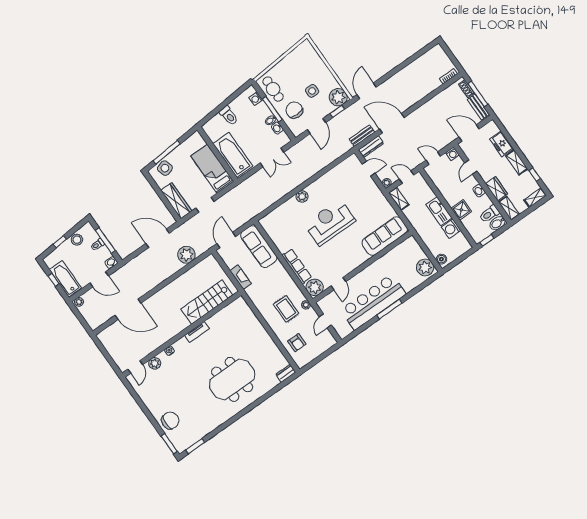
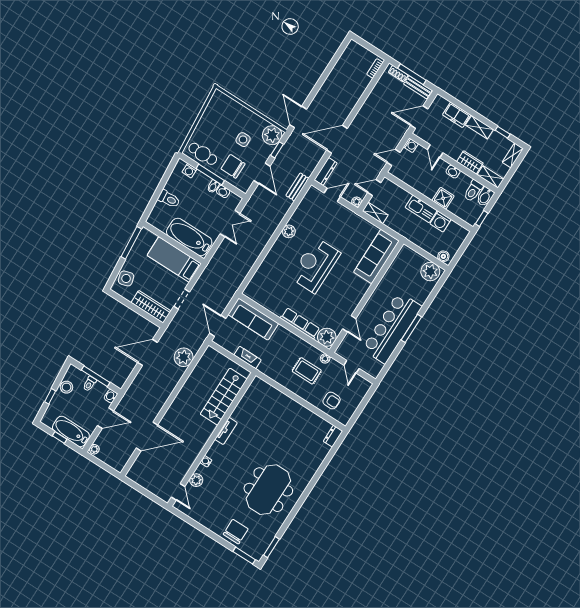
bench: (362, 136) -> (297, 187), moved
window: (167, 152) -> (131, 243), moved
plant: (302, 197) -> (289, 231), moved
meeting table: (232, 379) -> (268, 490), moved

